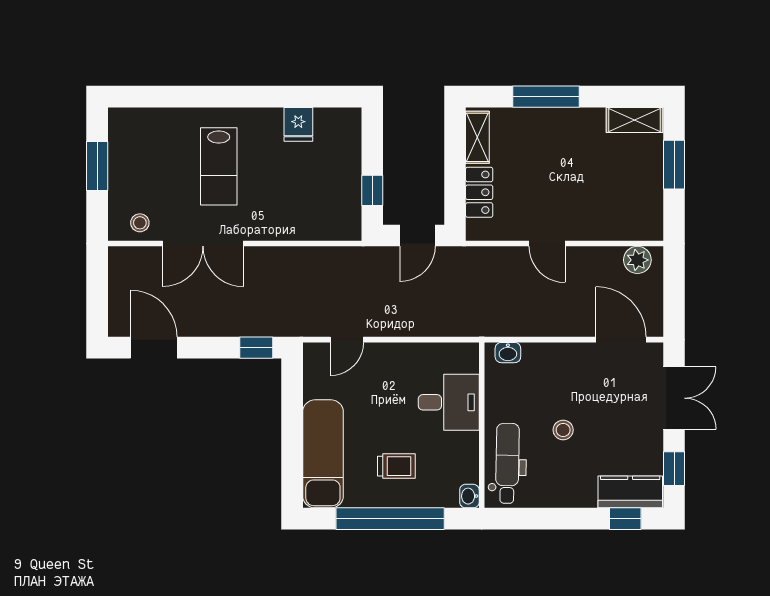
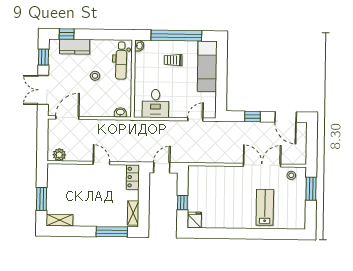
window: (546, 97) -> (112, 232), moved
fridge: (298, 124) -> (195, 220), moved
window: (97, 166) -> (311, 189), moved
lab bench: (219, 166) -> (265, 207), moved
window: (372, 190) -> (182, 203), moved
locker: (479, 192) -> (133, 177), moved
door: (621, 340) -> (67, 118), swing flipped
window: (256, 348) -> (253, 116), moved
desk: (449, 402) -> (156, 103), moved, turned -90
kitchen counter: (630, 492) -> (75, 47), moved

